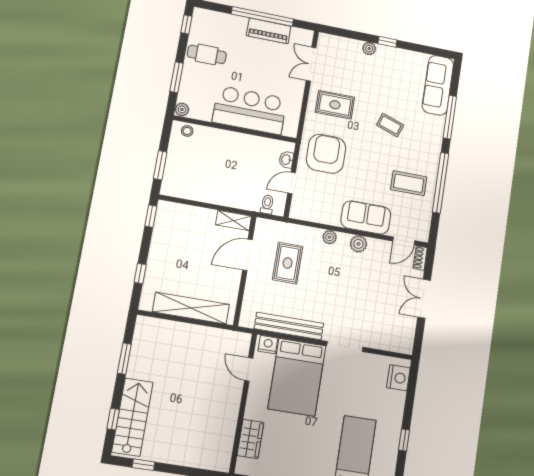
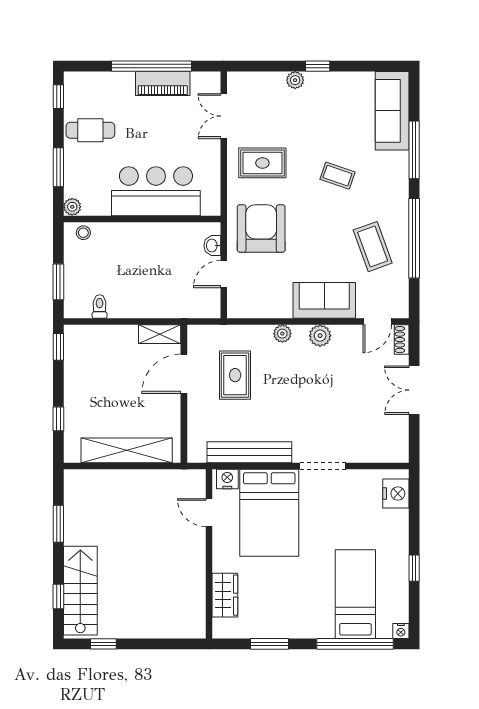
coffee table: (409, 183) -> (373, 247), turned 70
toilet: (267, 204) -> (100, 306), moved

